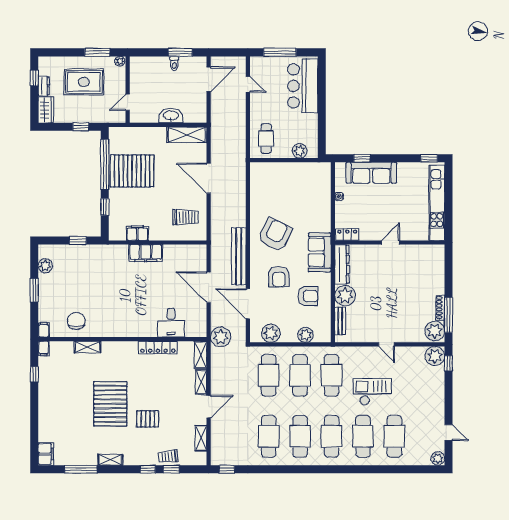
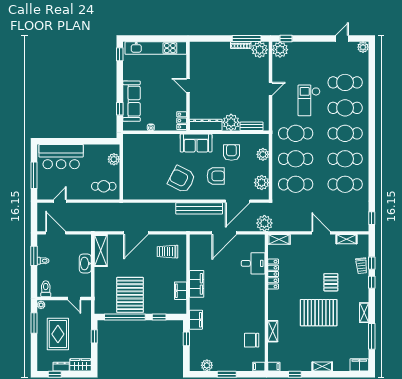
toilet: (140, 67) -> (46, 289), added
trolley: (186, 217) -> (167, 252), turned -90
filing cabinet: (101, 252) -> (196, 320), added
shelving: (201, 382) -> (322, 366), moved

